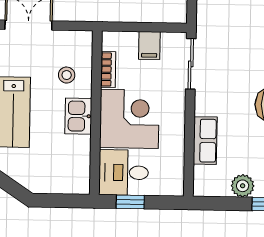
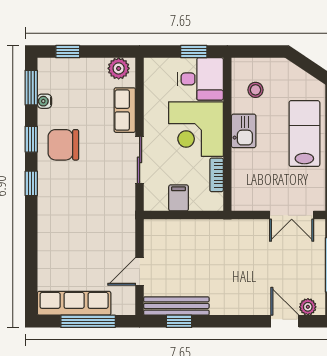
sliding door: (191, 64) -> (140, 160), moved
stool: (67, 75) -> (255, 90), moved
plant: (243, 186) -> (119, 68), moved

